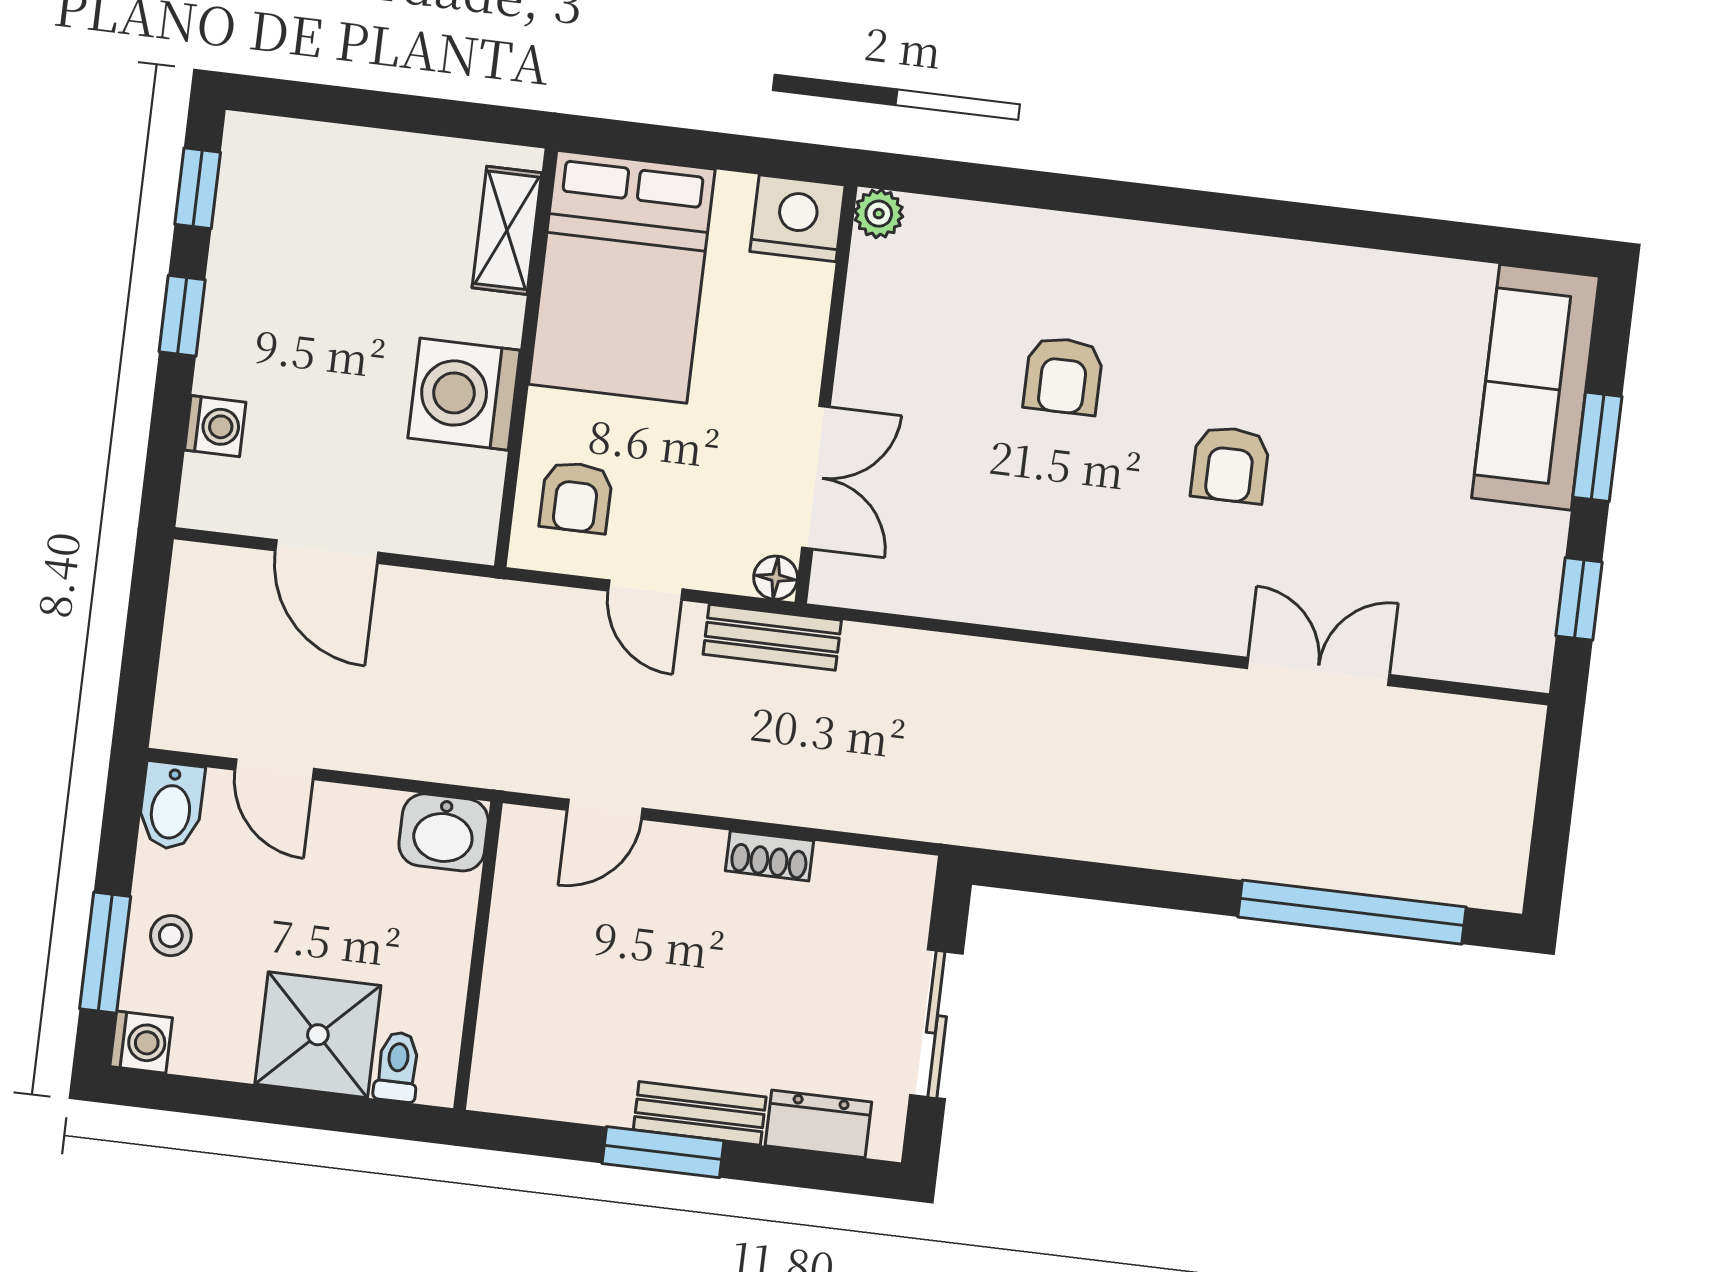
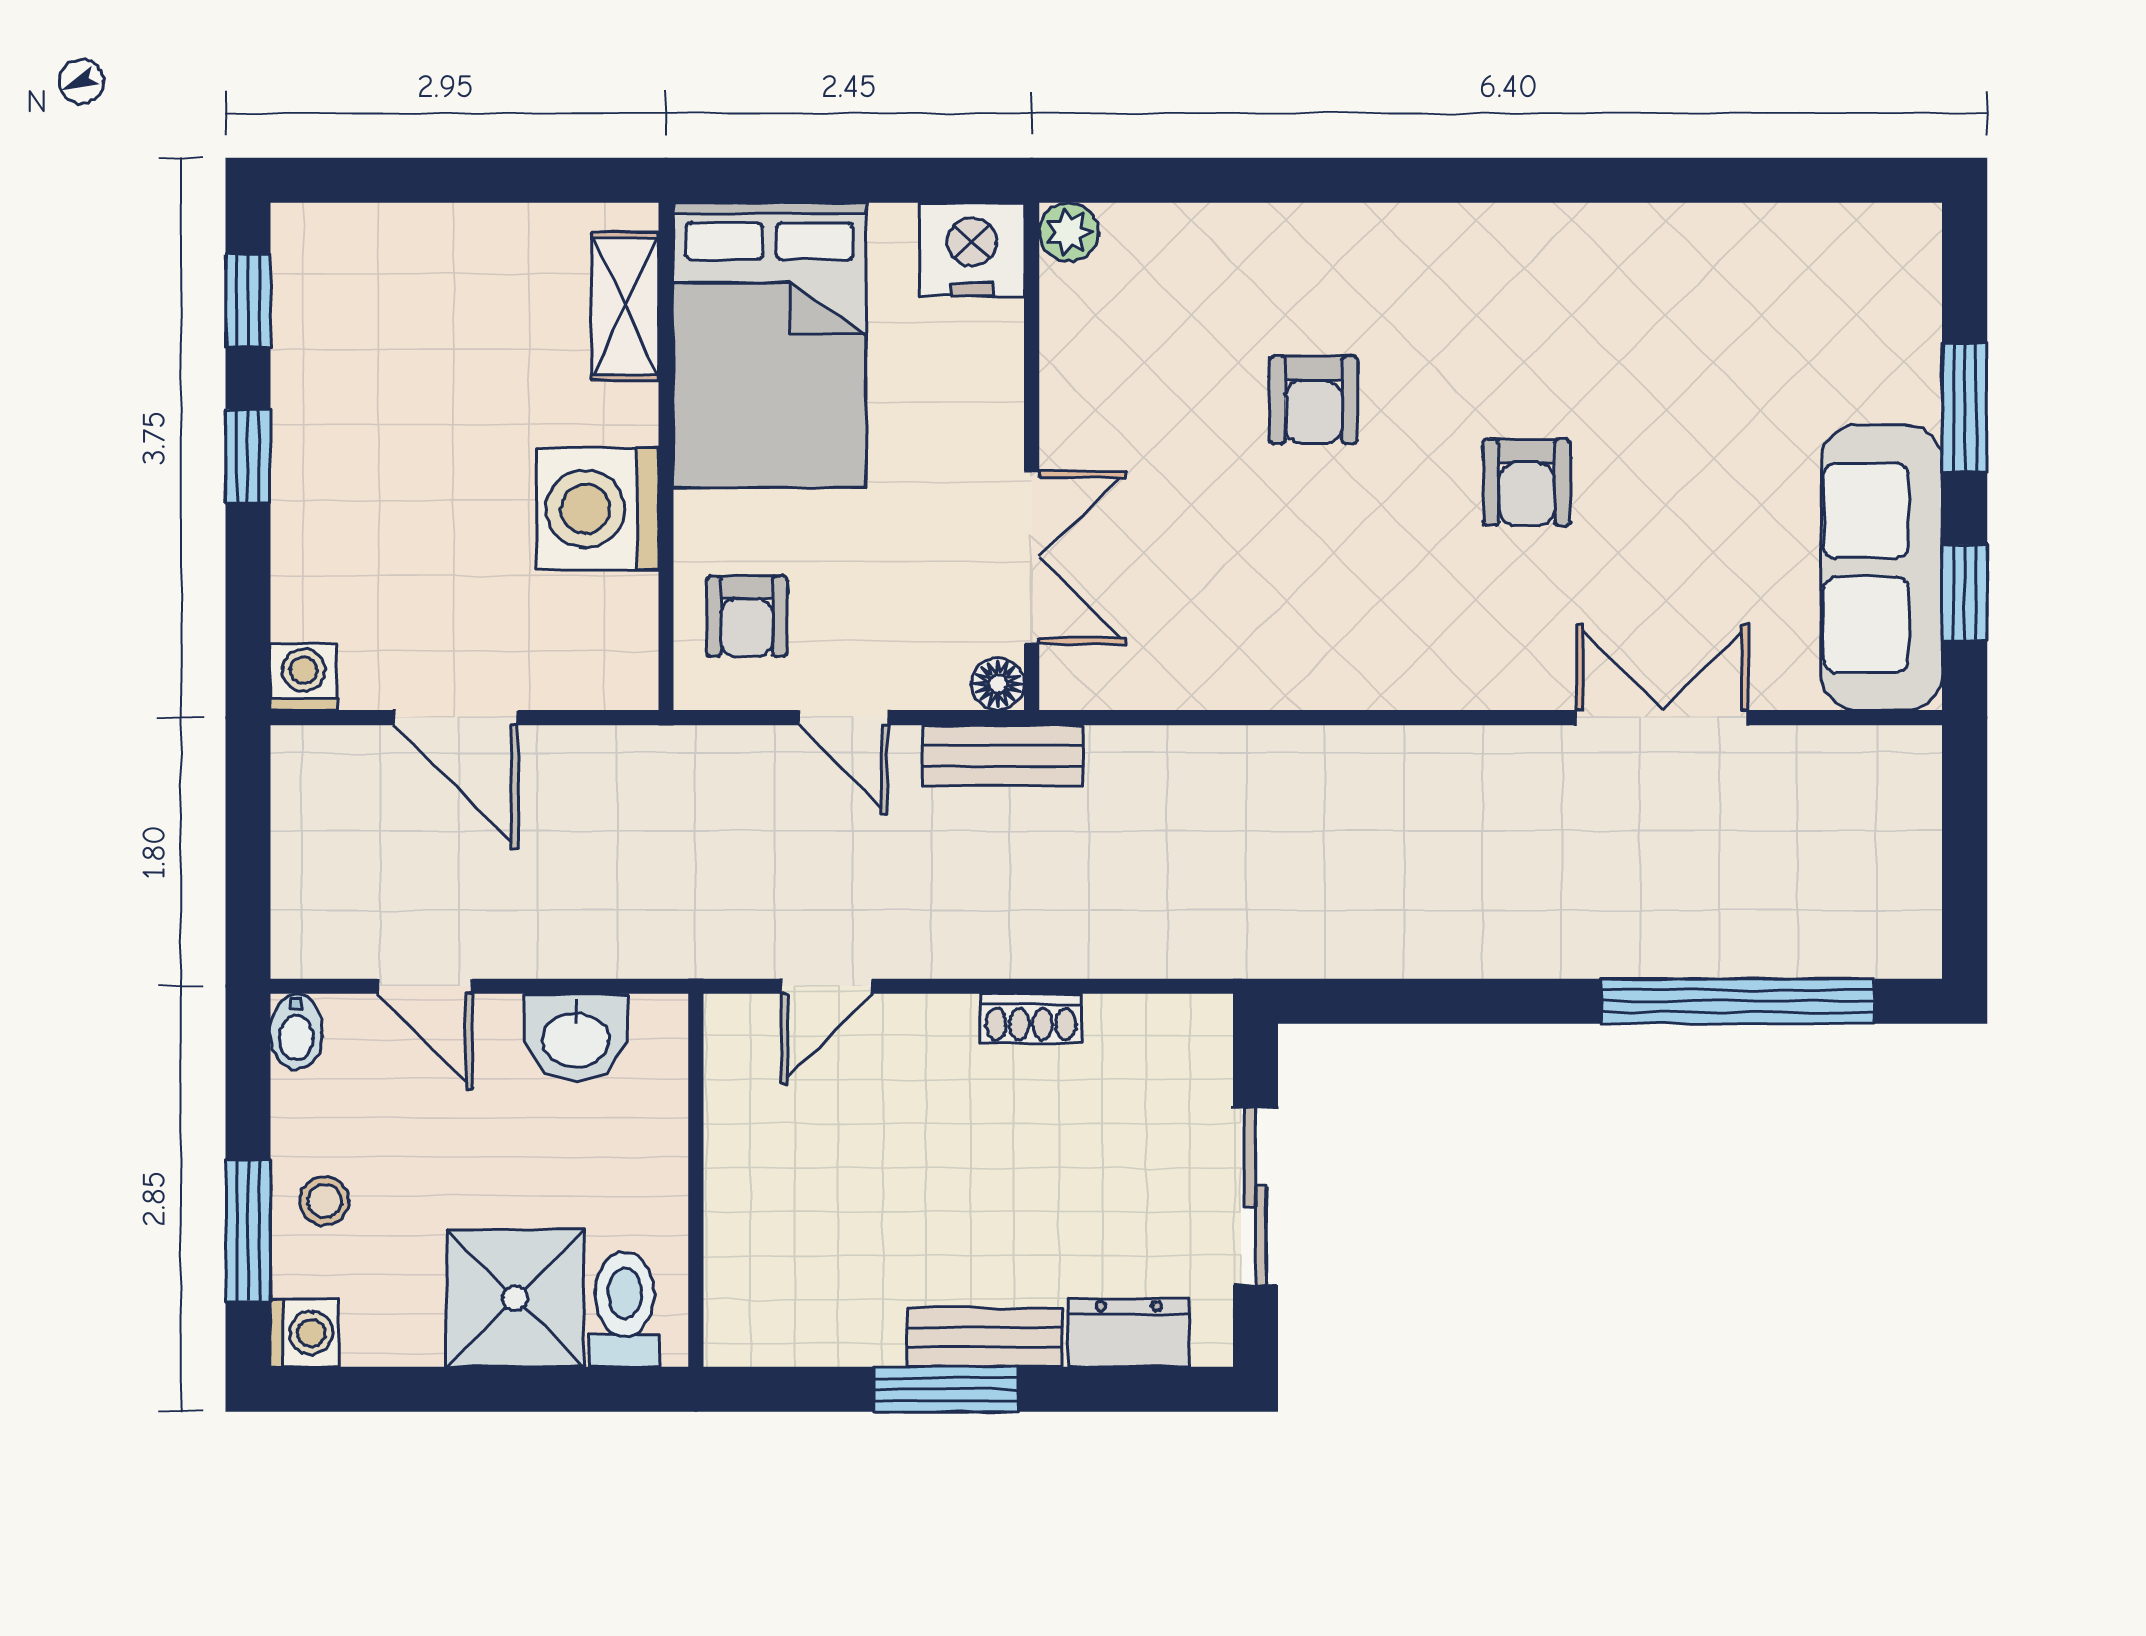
sofa: (1536, 387) -> (1882, 568), moved
washing machine: (215, 426) -> (304, 677), moved, turned -90
bidet: (171, 806) -> (296, 1032), width x0.72, depth x0.74
washbasin: (444, 832) -> (576, 1038), moved
toilet: (397, 1067) -> (625, 1309), width x1.37, depth x1.39

